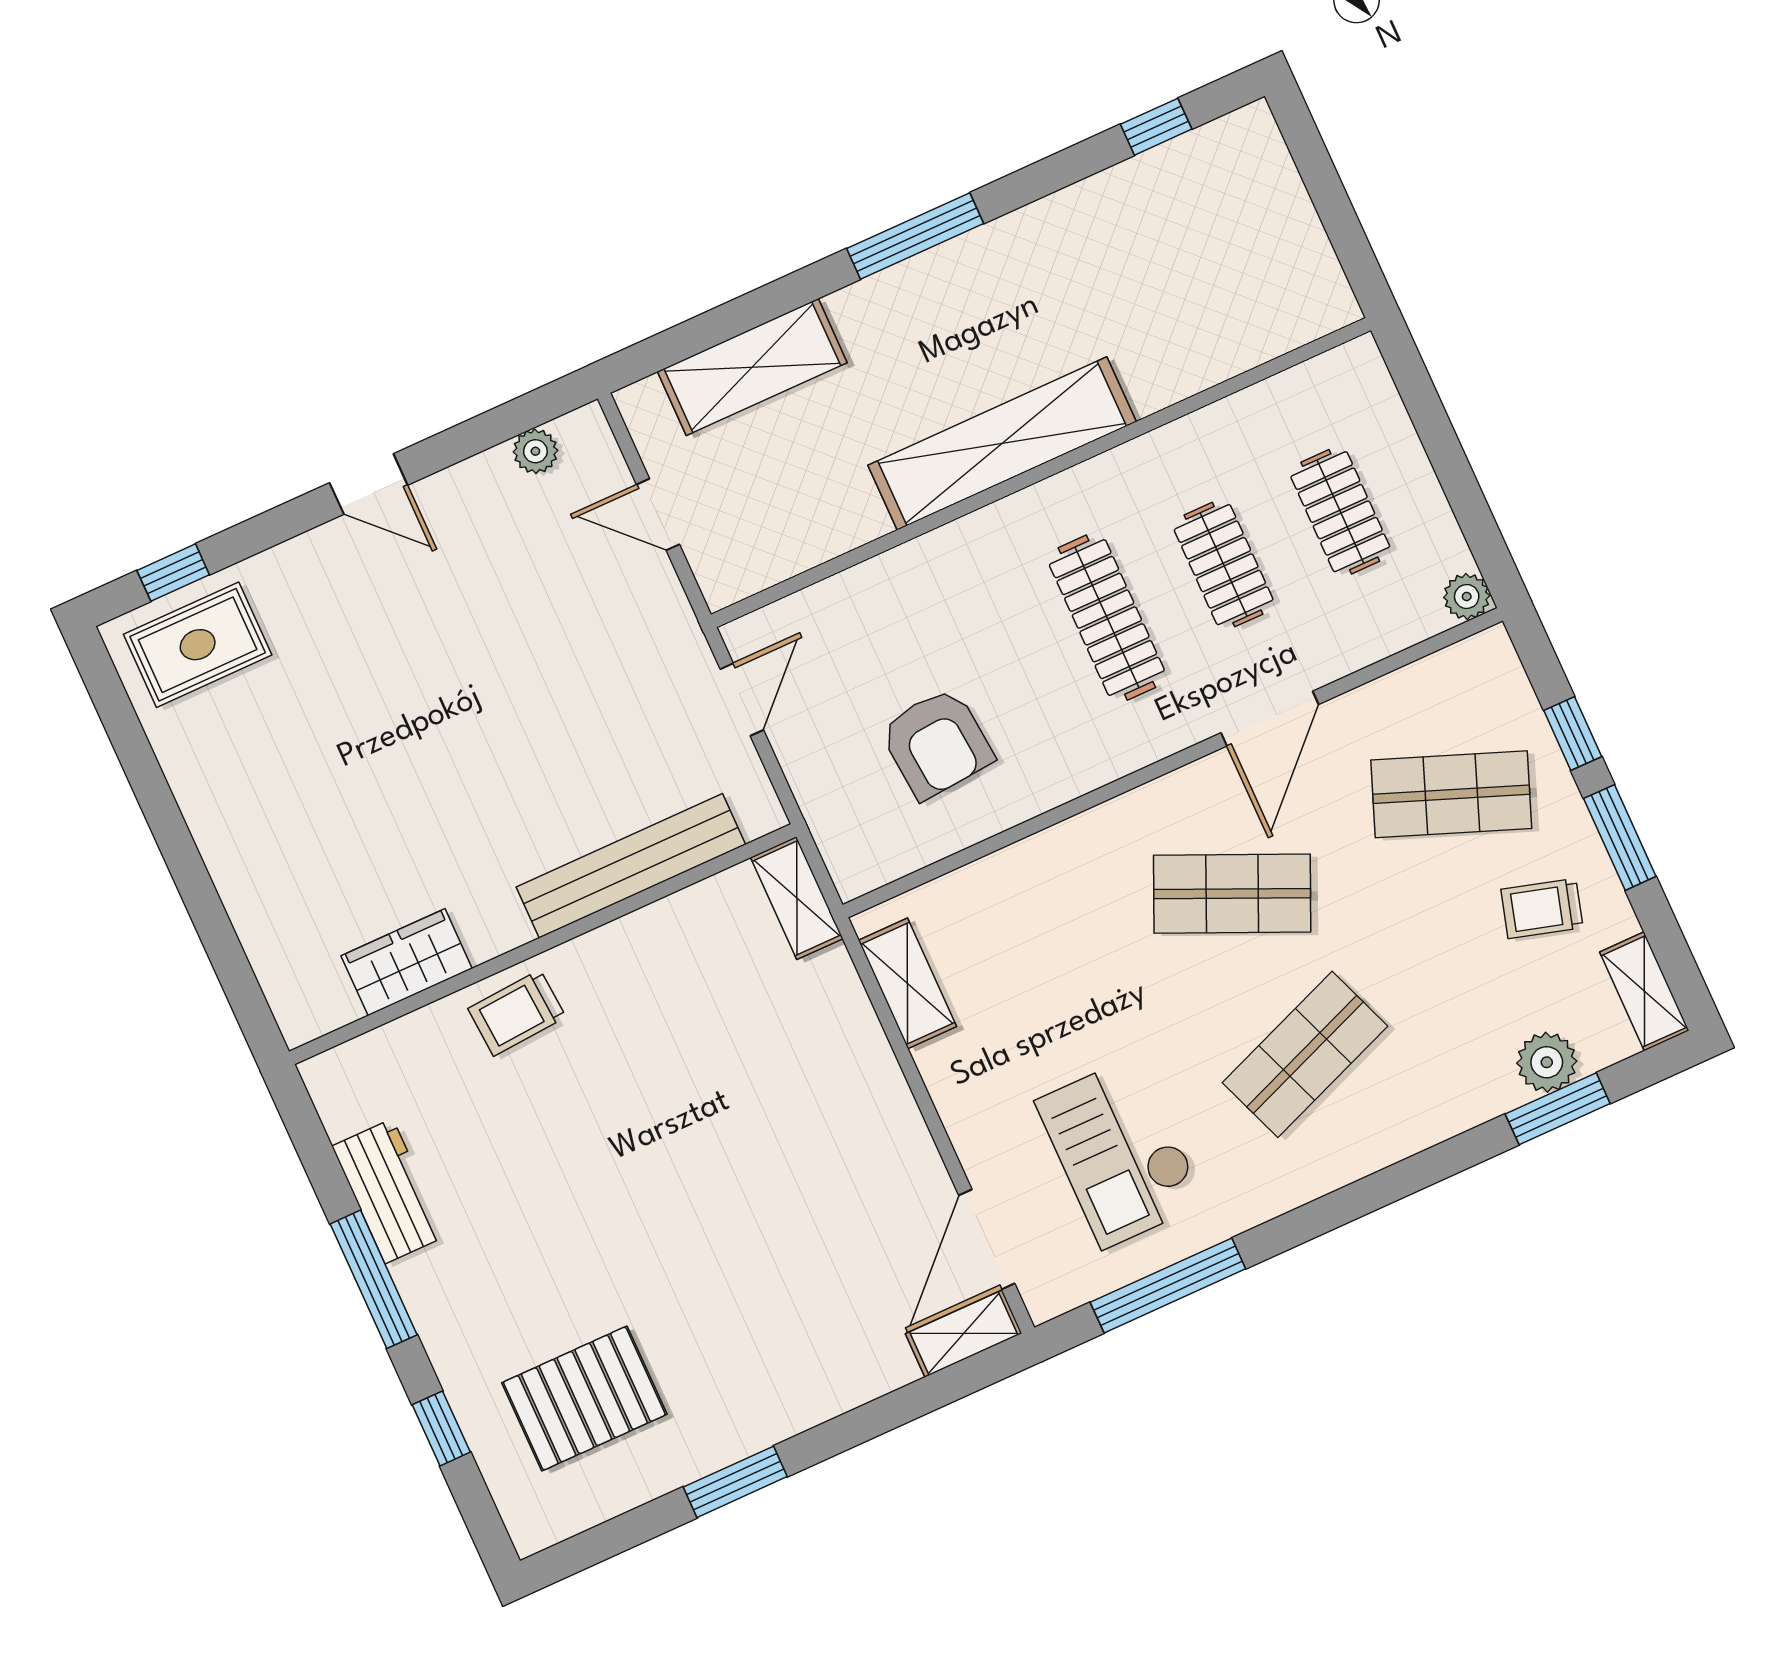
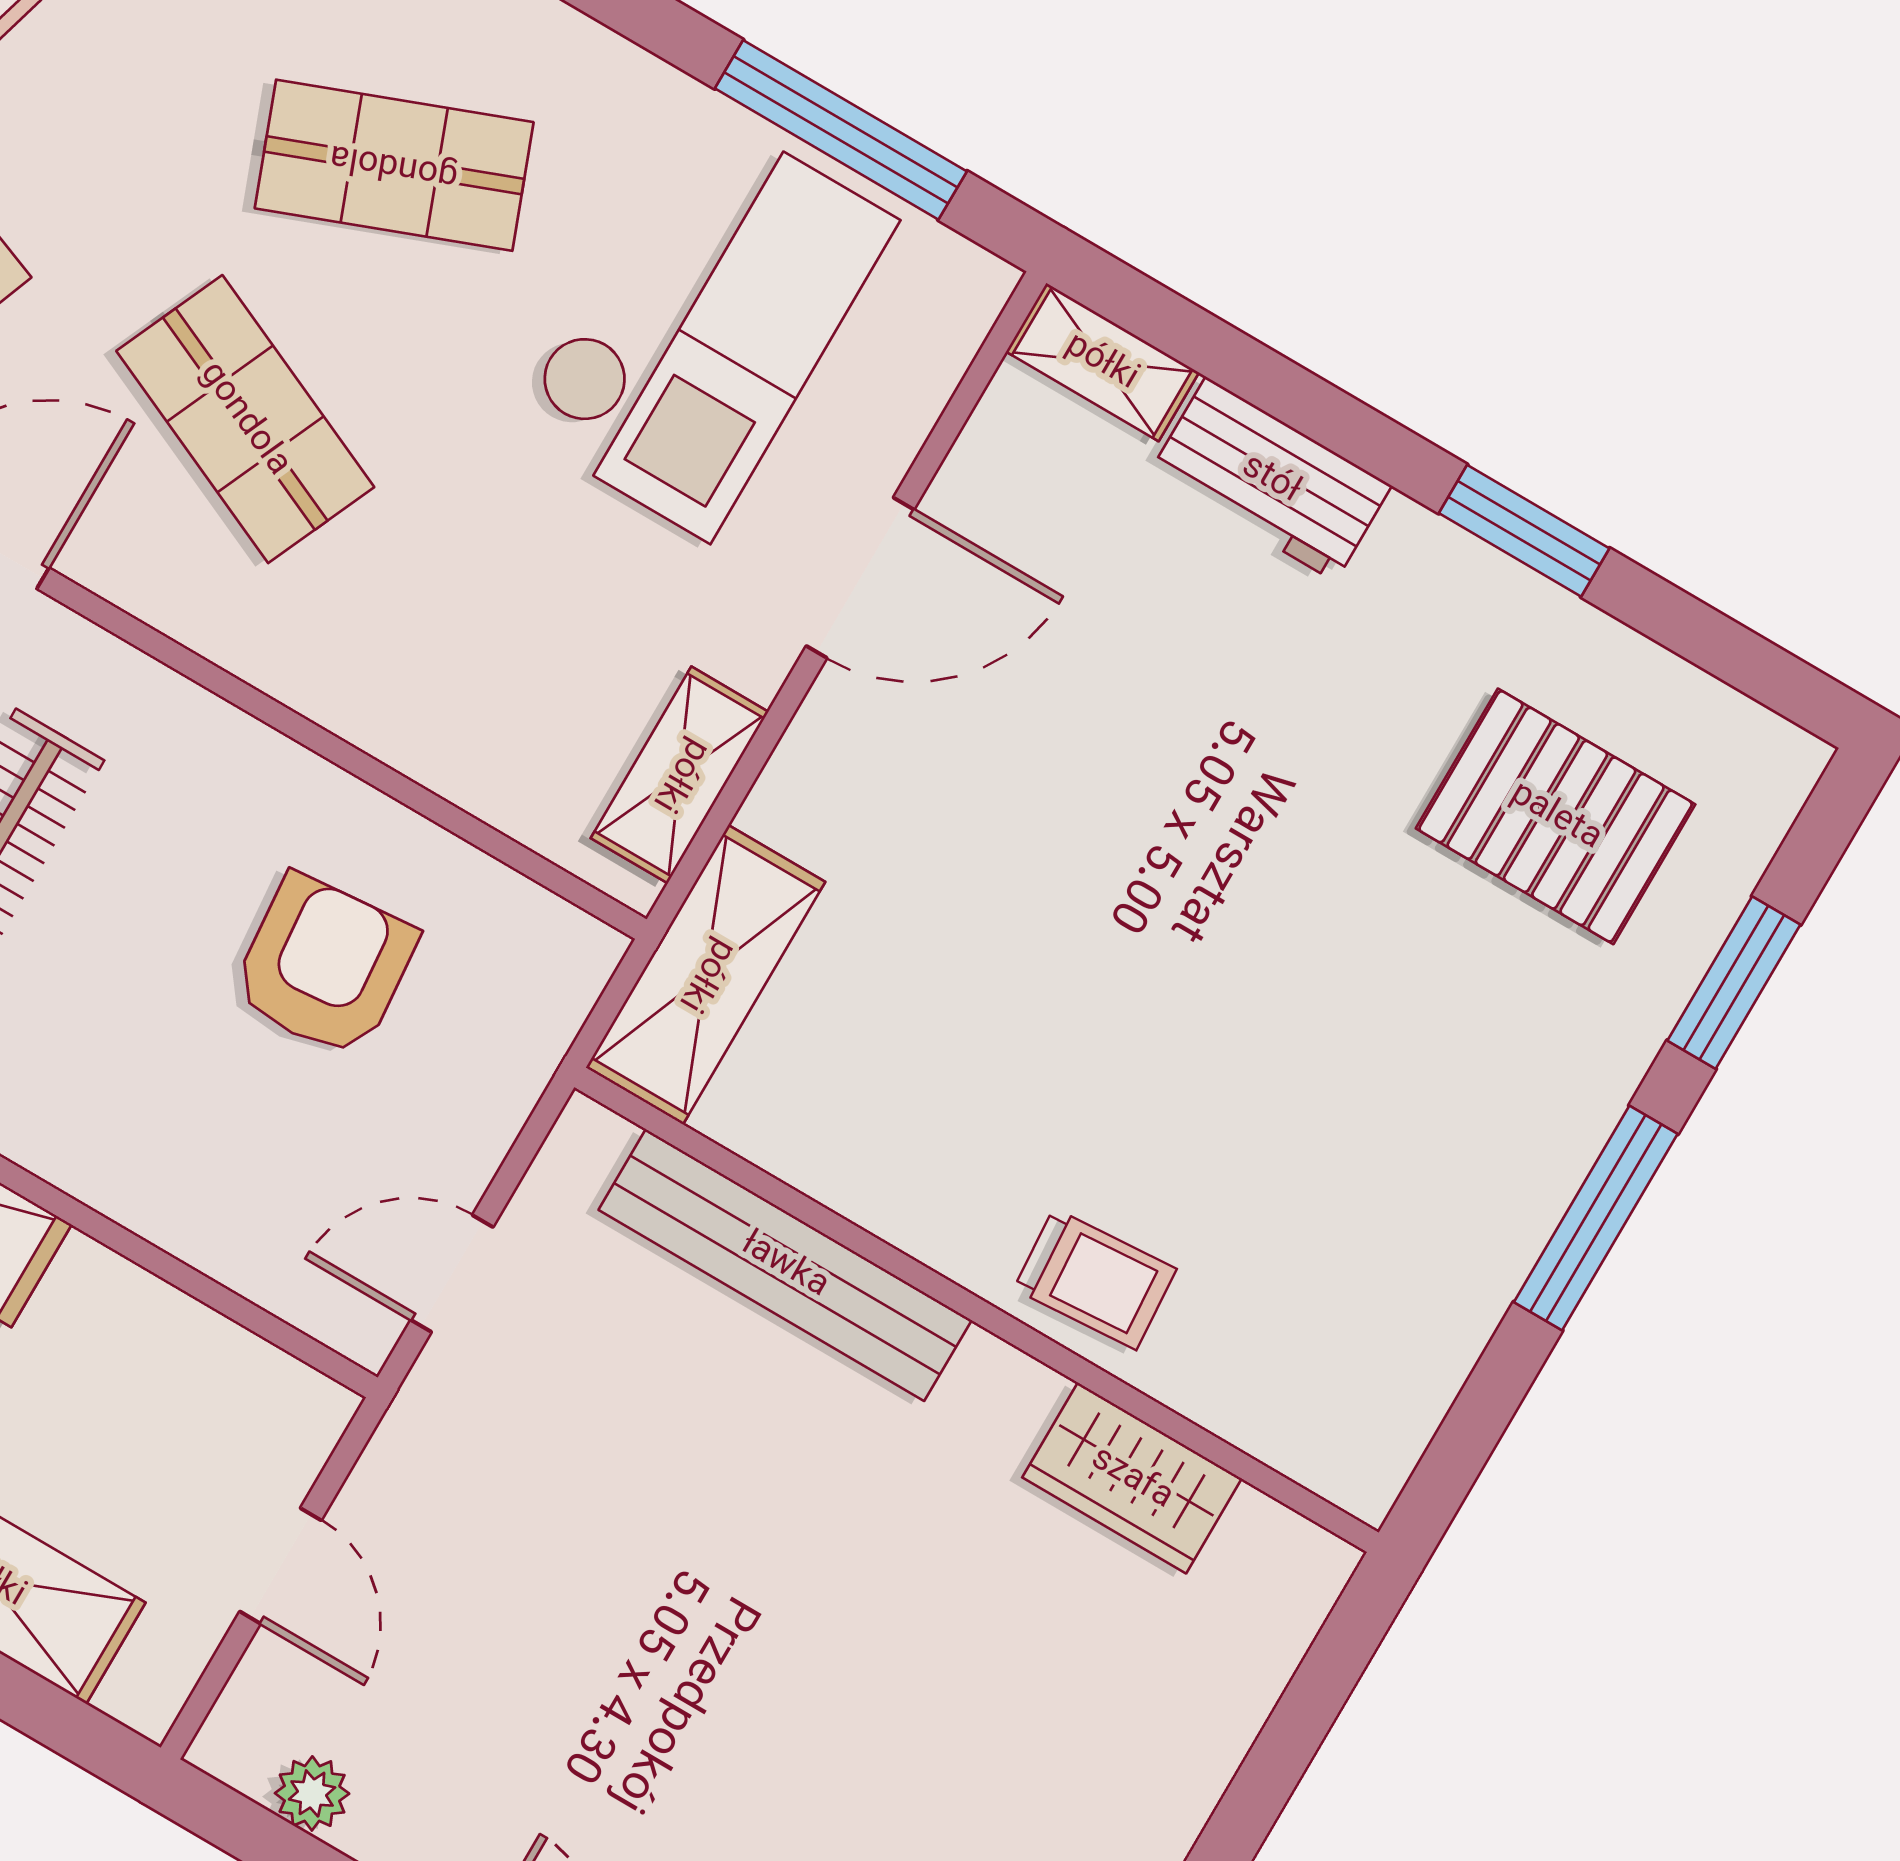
shelving: (797, 898) -> (706, 975), width x1.50, depth x1.33
checkout: (1120, 1152) -> (704, 323), width x1.36, depth x1.21
workbench: (389, 1191) -> (1271, 479), moved, turned -90
door: (987, 1239) -> (860, 578), moved
window: (441, 1428) -> (1734, 983), width x1.50

